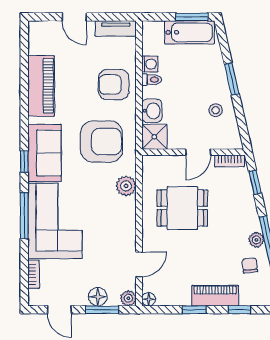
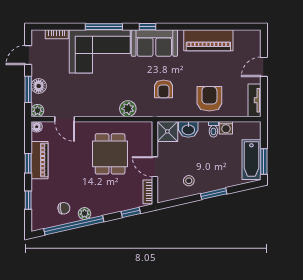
armchair: (101, 142) -> (164, 89), width x0.53, depth x0.53
piano: (215, 296) -> (40, 160), moved

